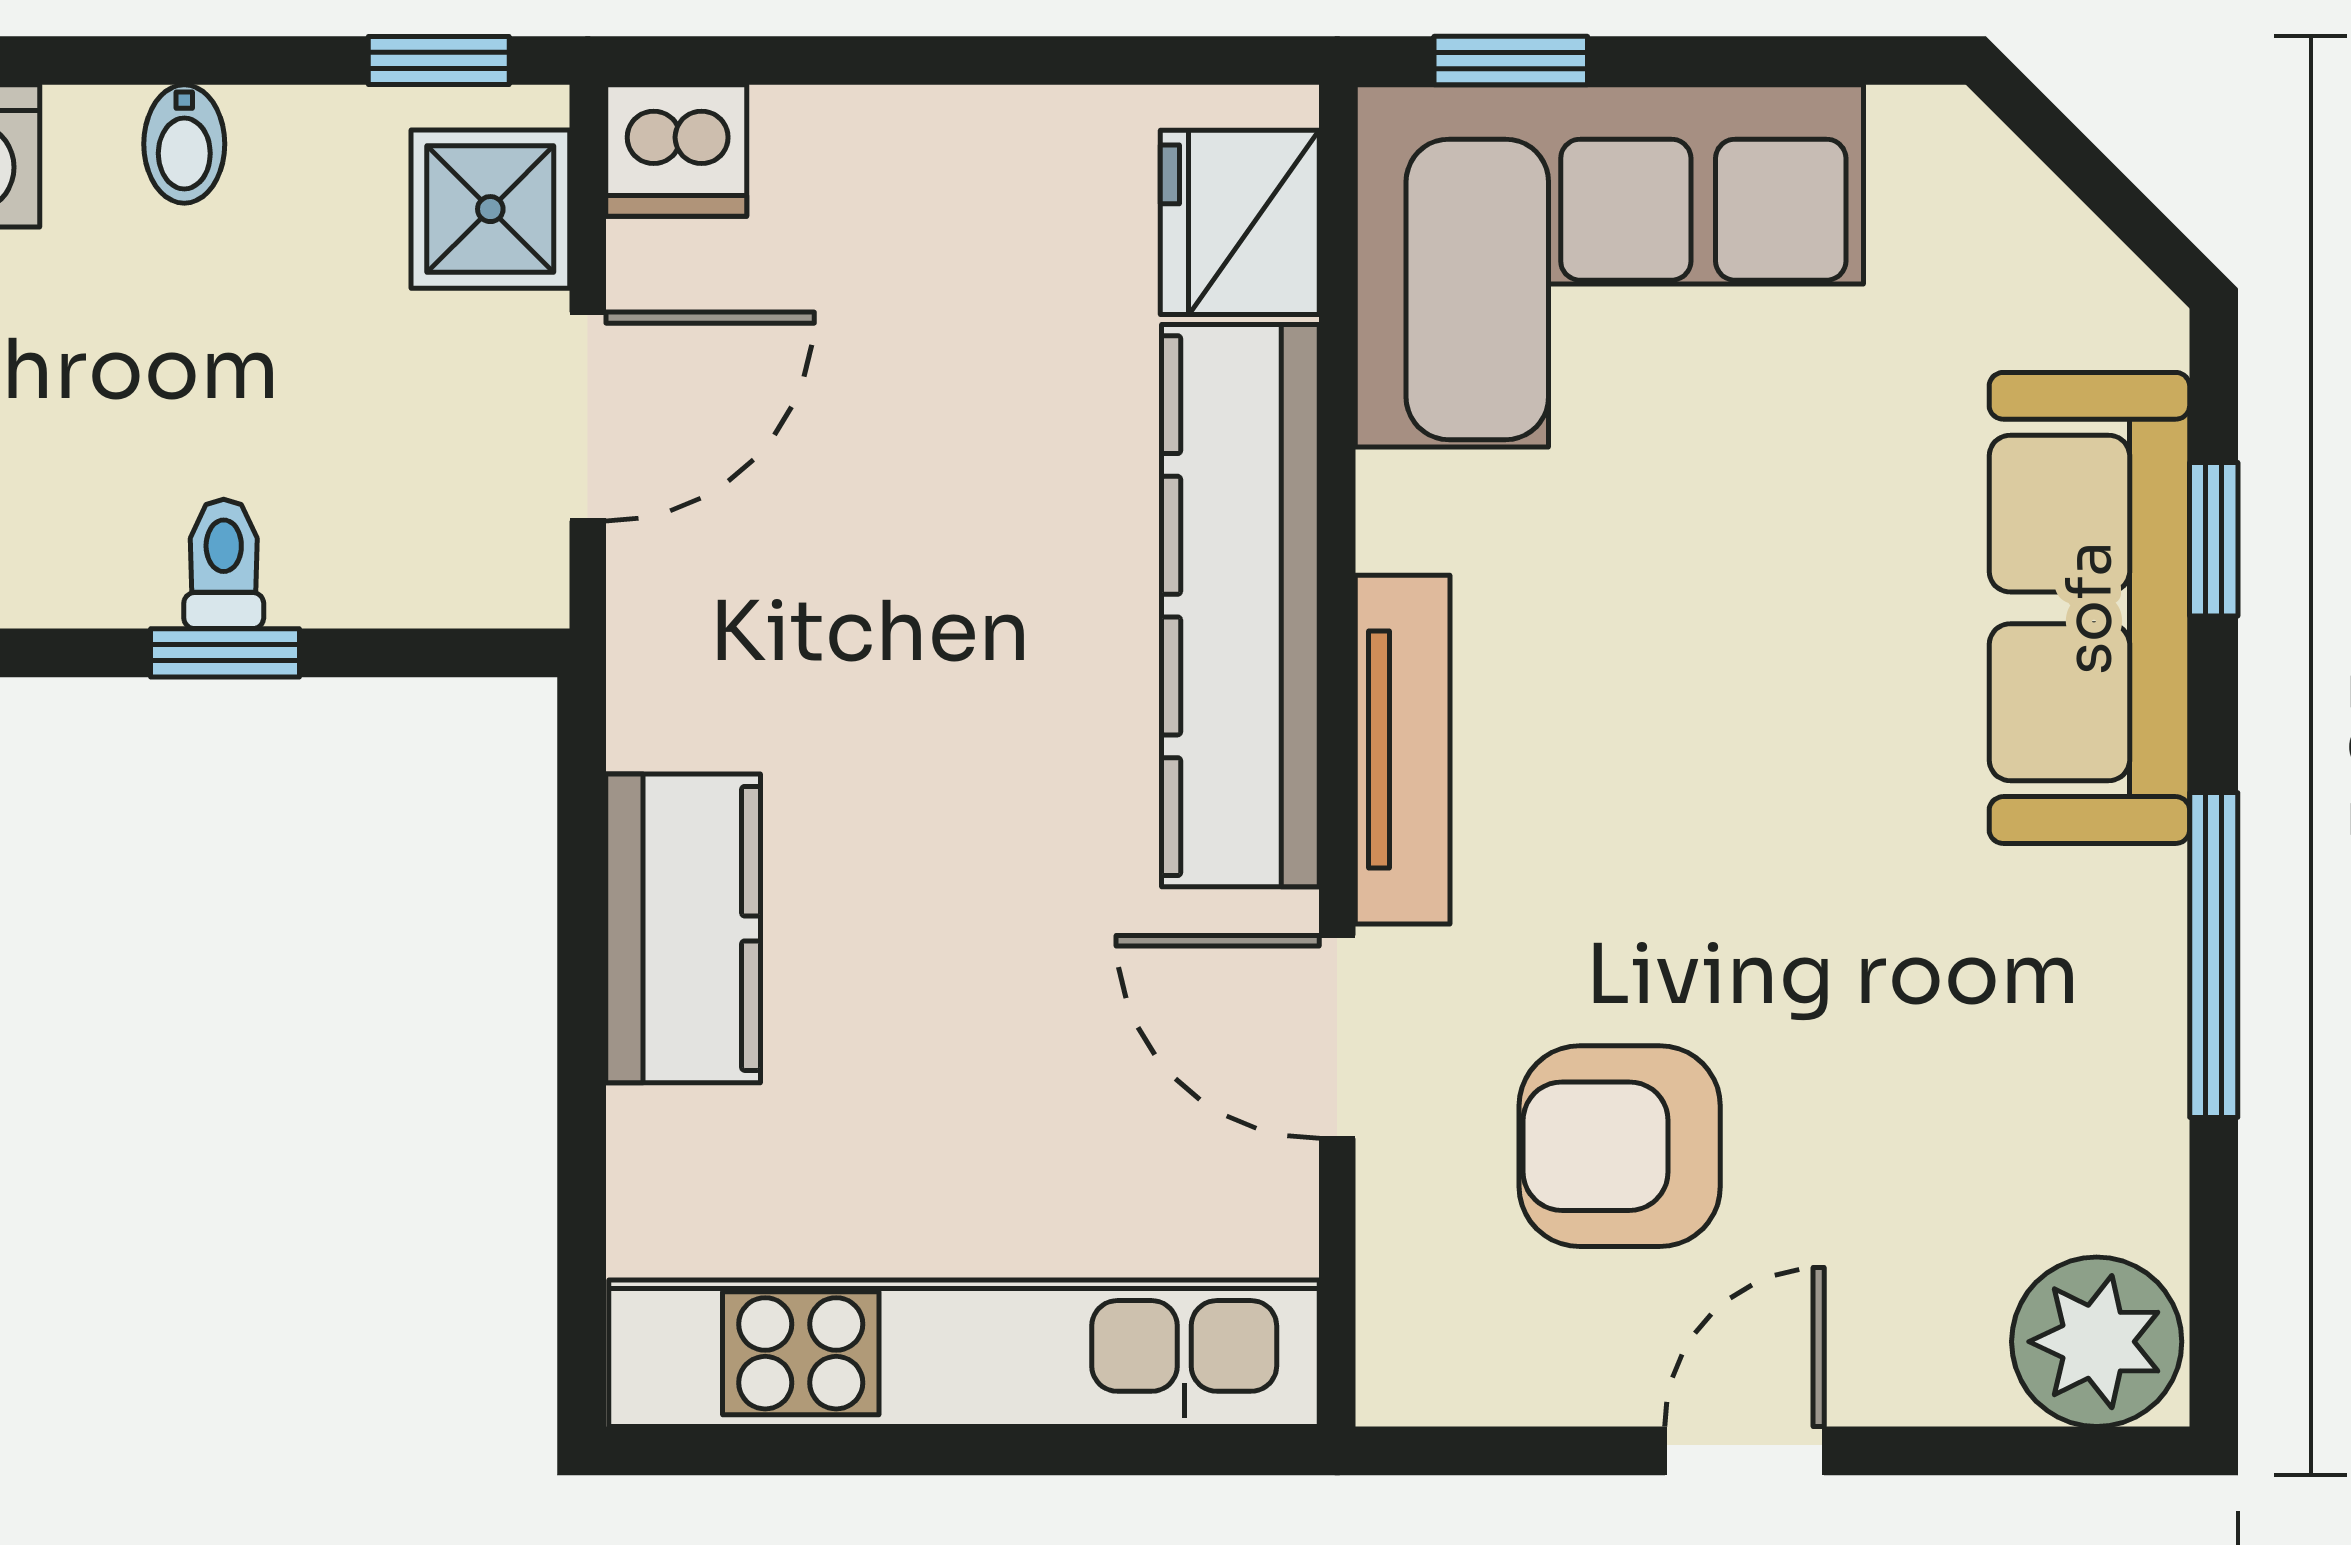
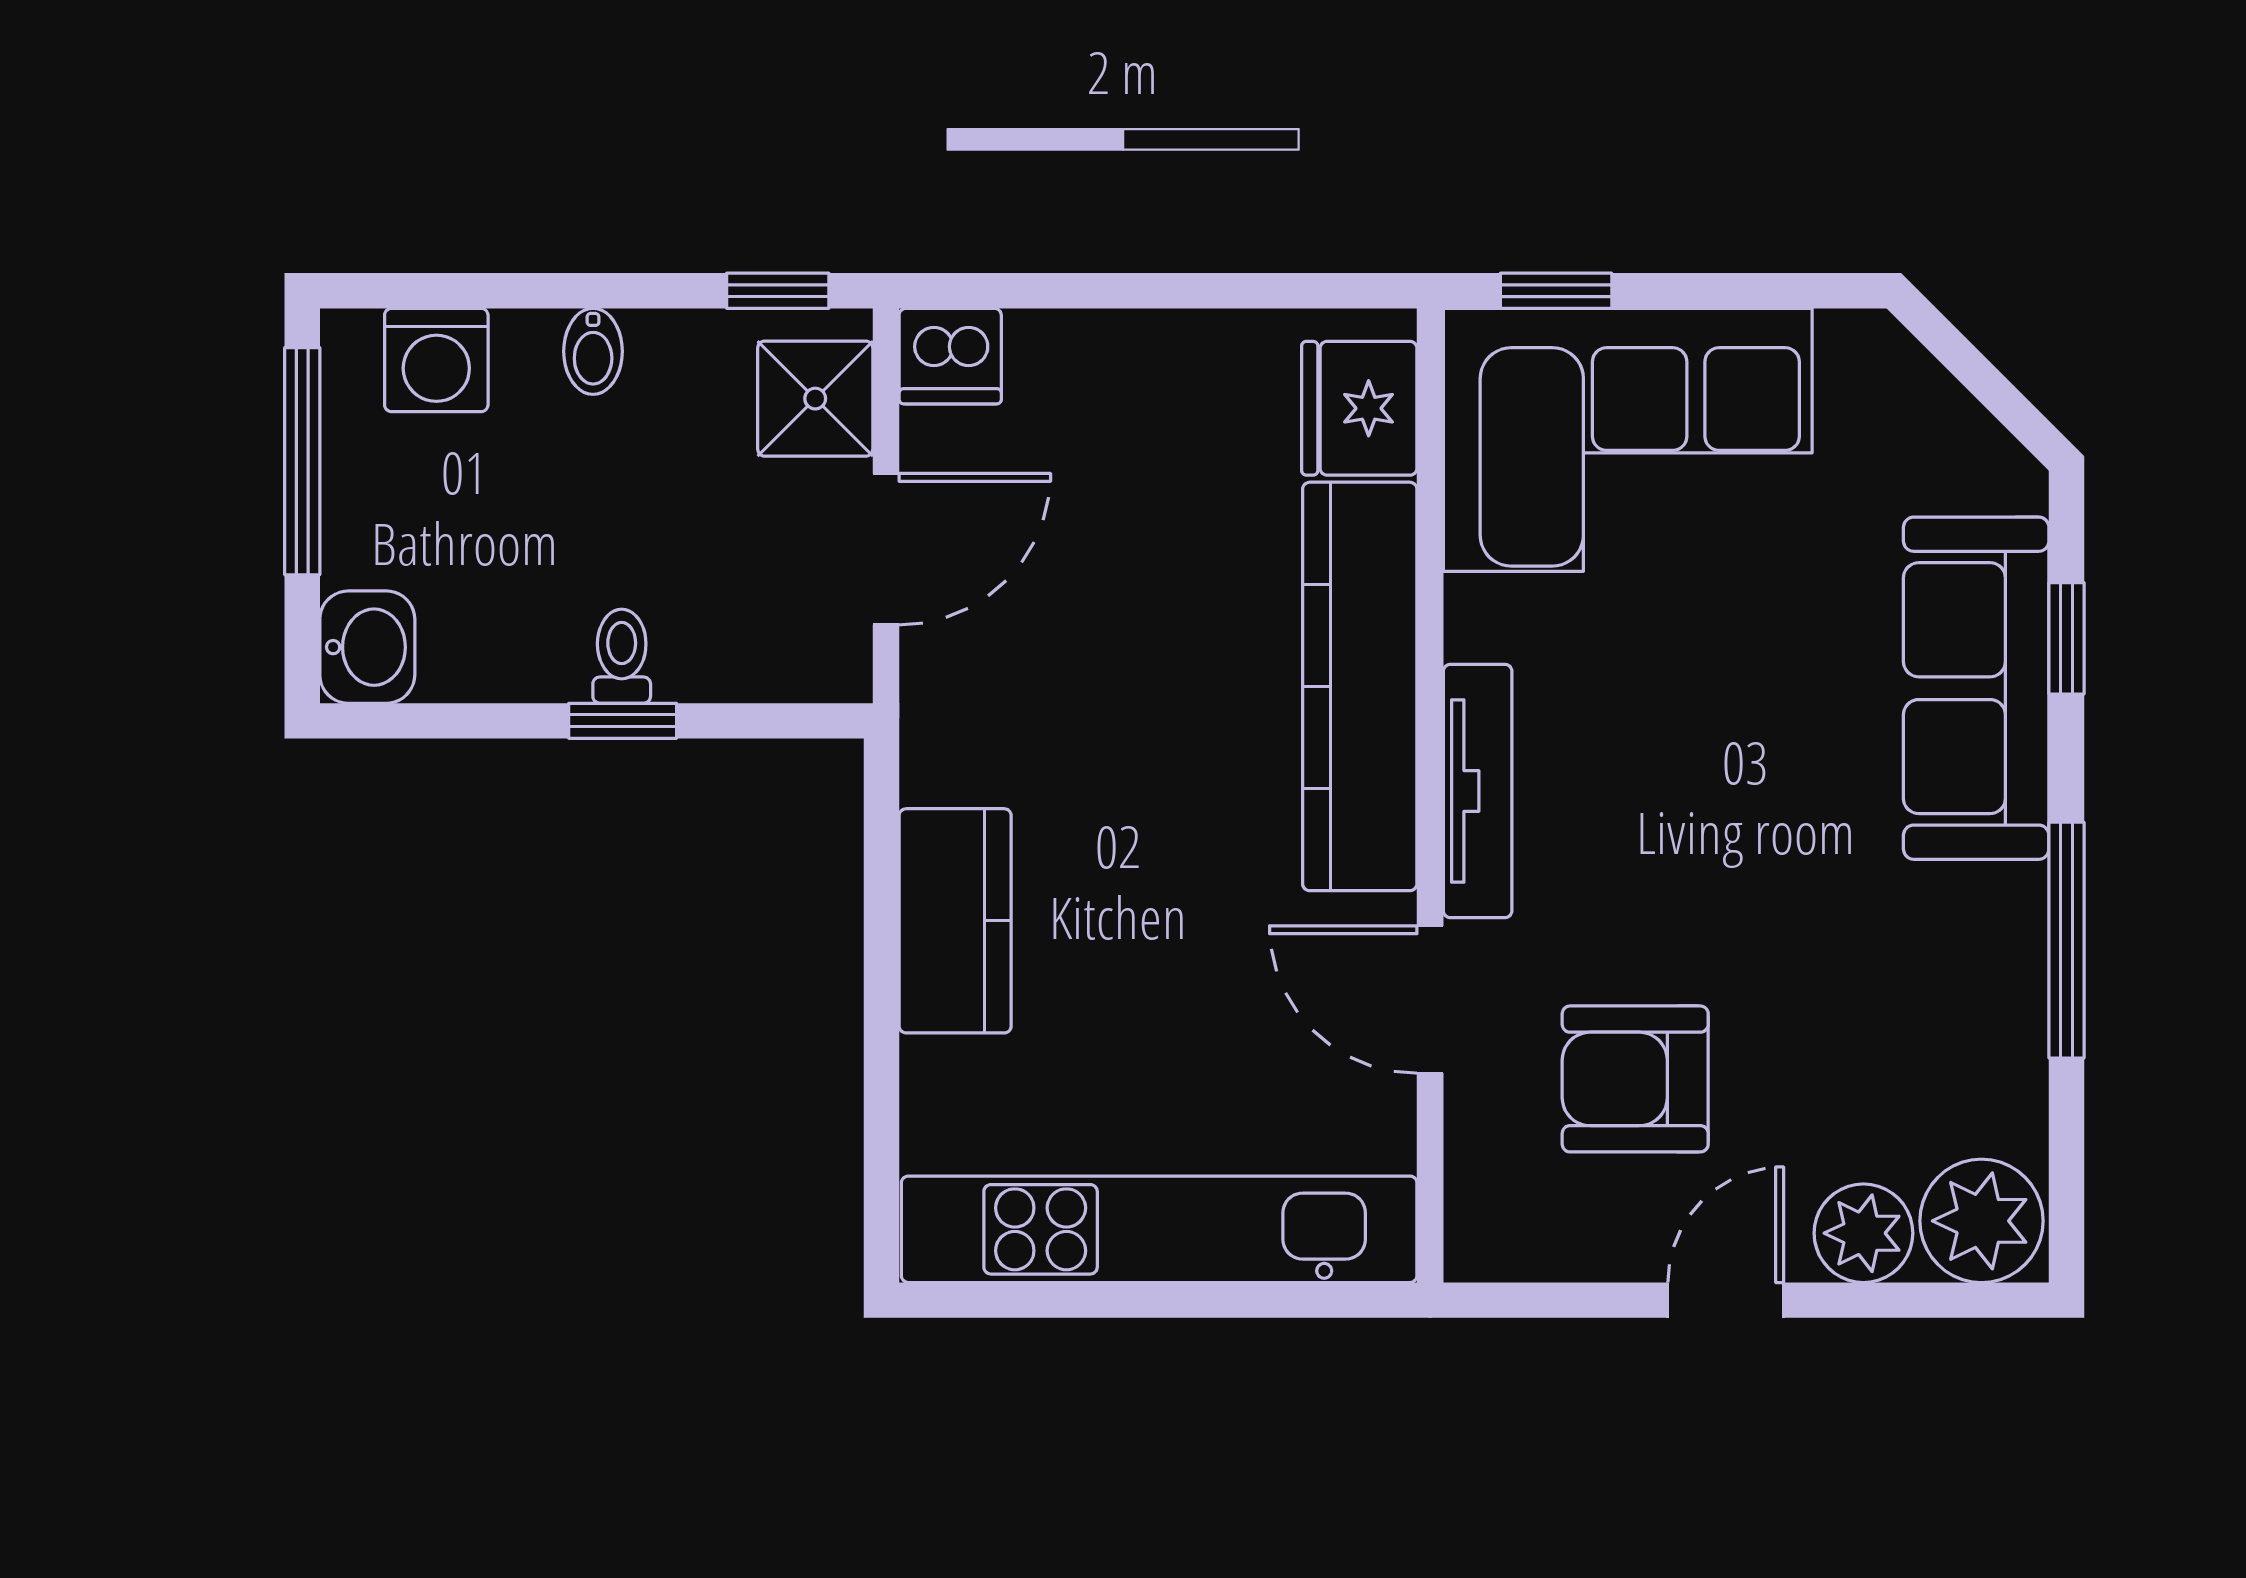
plant: (1934, 1359) -> (1863, 1233), added

